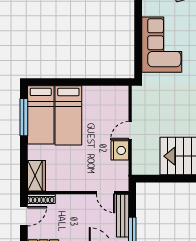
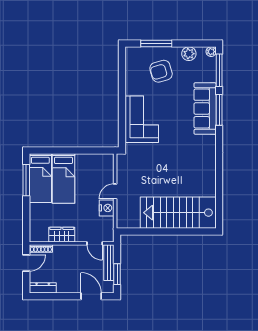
wardrobe: (36, 176) -> (62, 235), moved, turned -90

